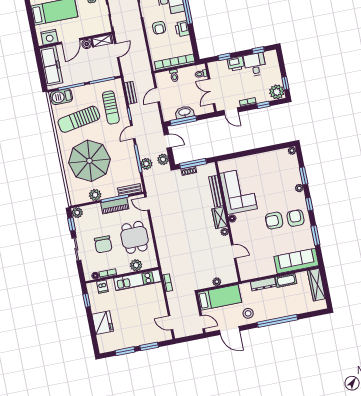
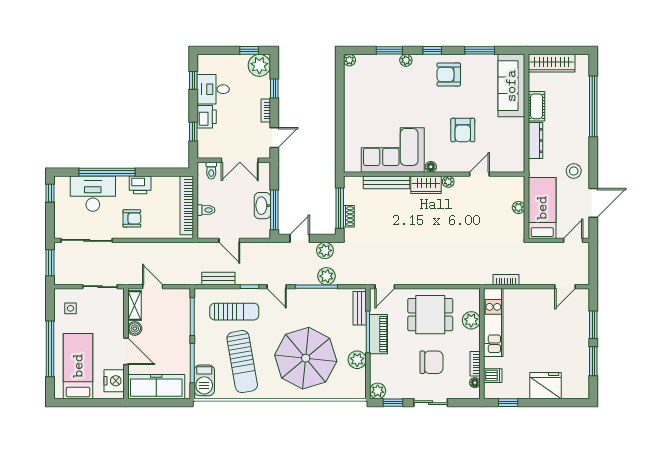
armchair: (274, 221) -> (463, 130), moved
window: (277, 321) -> (593, 106), moved

